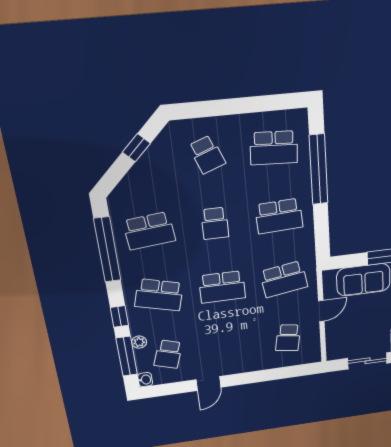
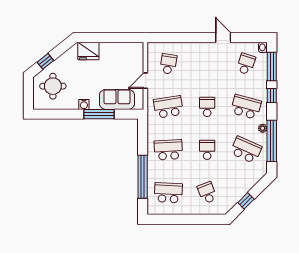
school desk: (149, 231) -> (246, 150), turned 30
school desk: (222, 287) -> (207, 107), width x0.54
plant: (139, 342) -> (263, 128), moved
sliding door: (367, 361) -> (116, 38), removed
door: (208, 383) -> (223, 38), hinge flipped

